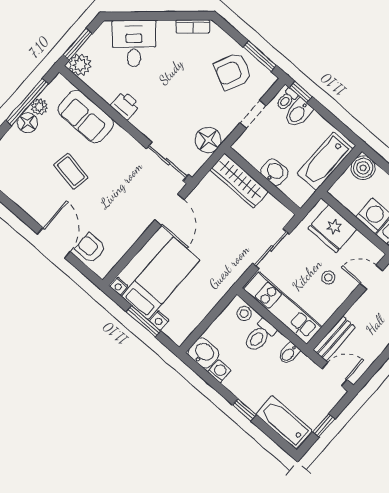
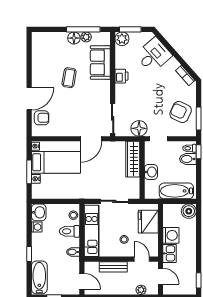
doorway: (253, 114) -> (158, 139), moved
armchair: (91, 248) -> (42, 118), turned 90
bench: (334, 339) -> (113, 267), moved

